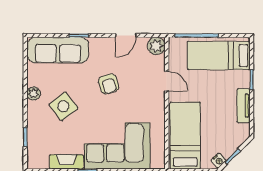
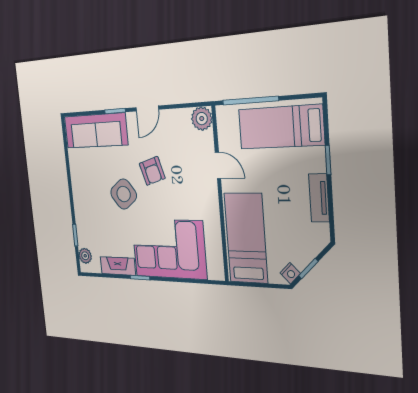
door: (126, 36) -> (147, 109), moved
plant: (34, 93) -> (85, 256), moved
side table: (63, 106) -> (124, 194), moved

